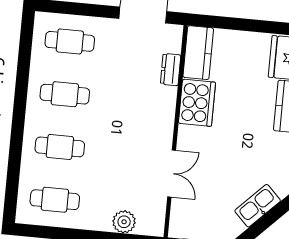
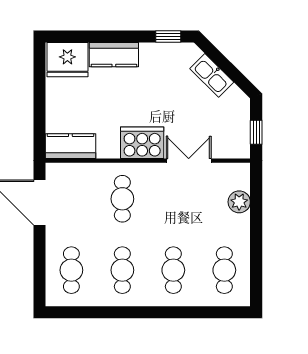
dresser: (171, 70) -> (89, 171), removed
cafe table: (139, 101) -> (122, 199), added
cooker: (197, 103) -> (142, 143), moved

